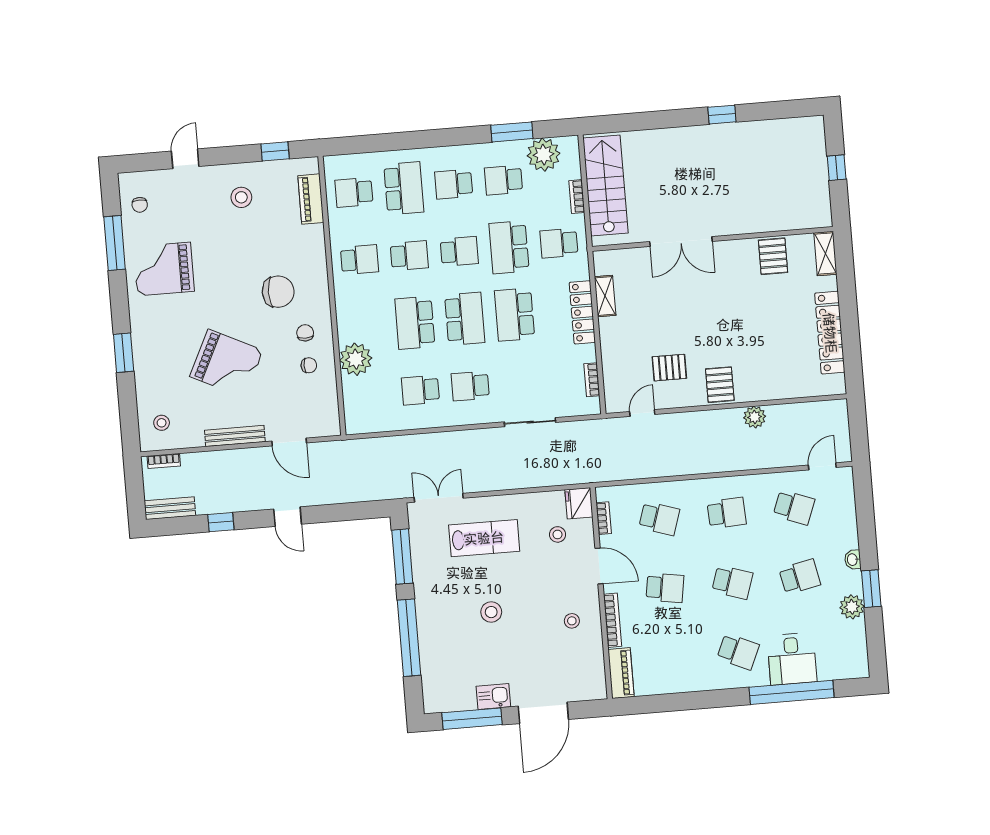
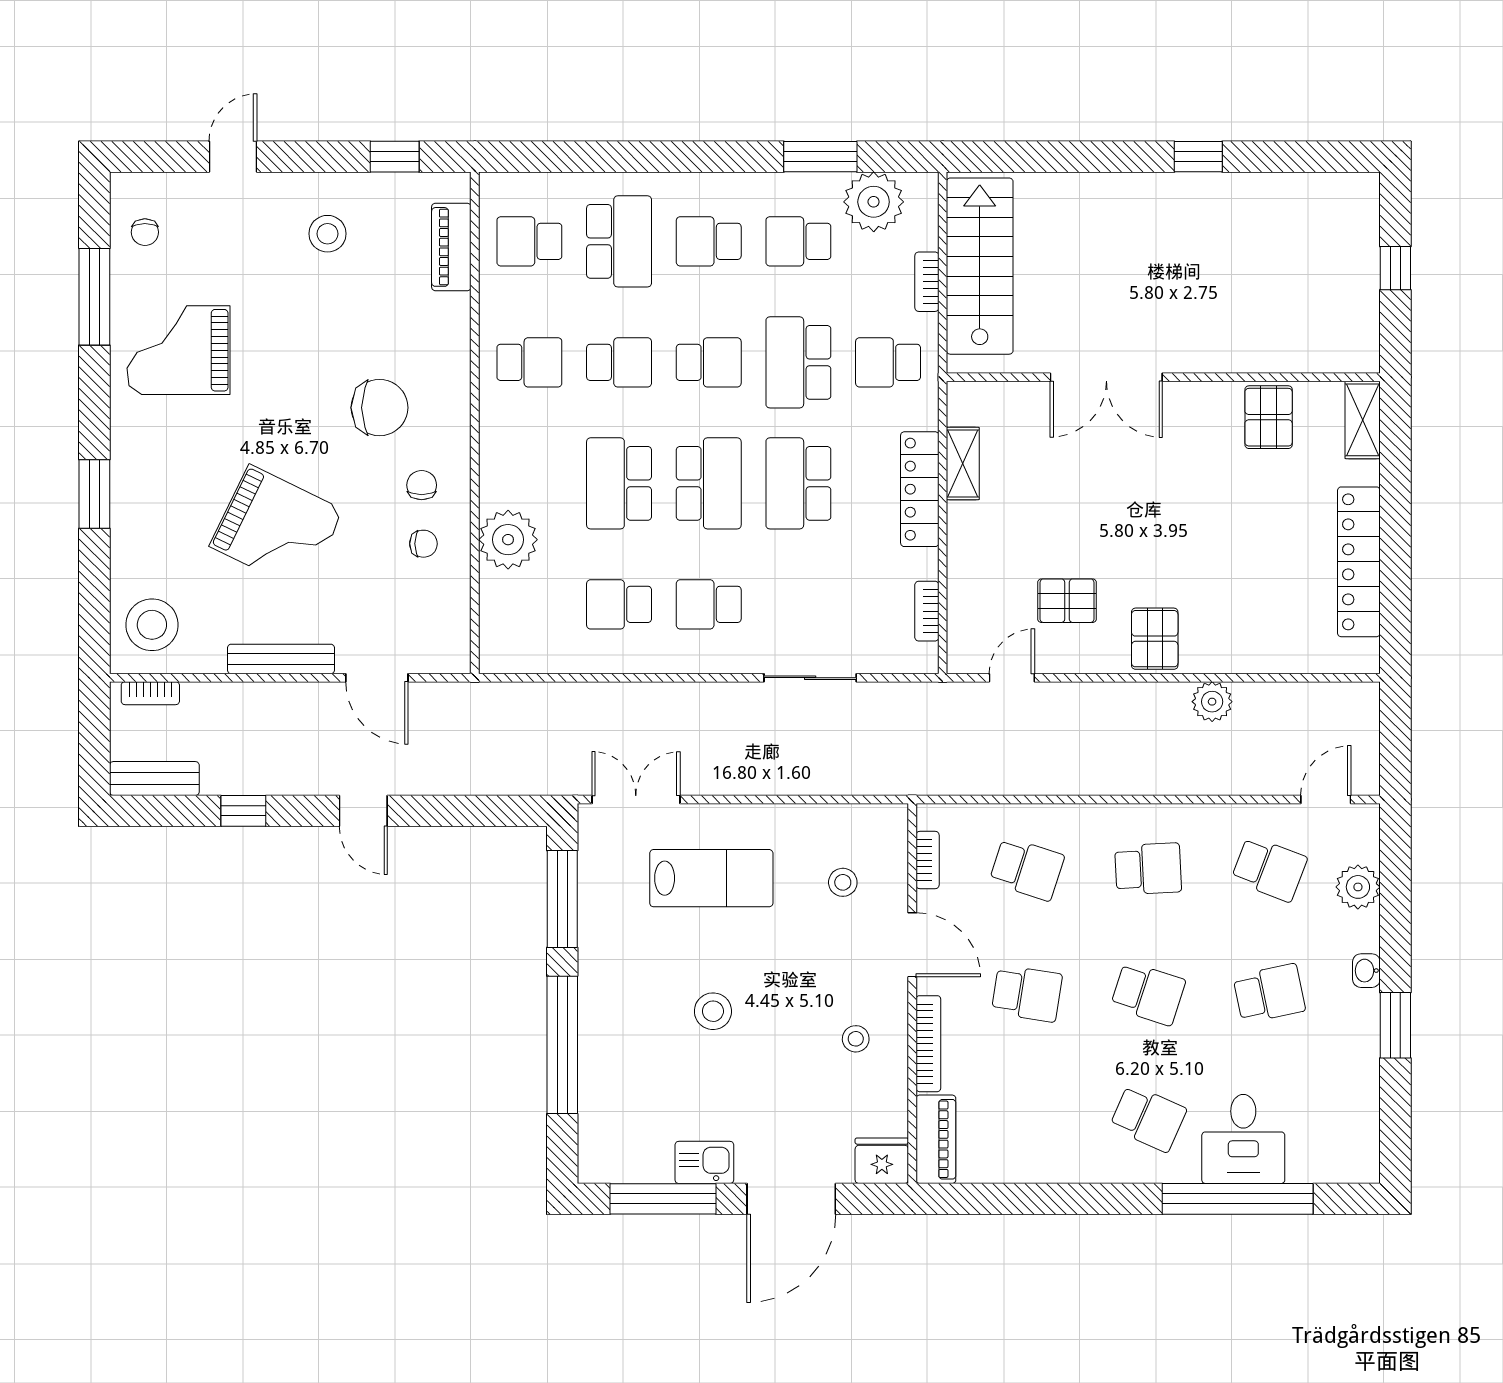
stool: (162, 423) -> (152, 625), width x1.89, depth x1.89
fridge: (579, 503) -> (882, 1161), moved, turned 90
plant: (852, 607) -> (1358, 887), moved

